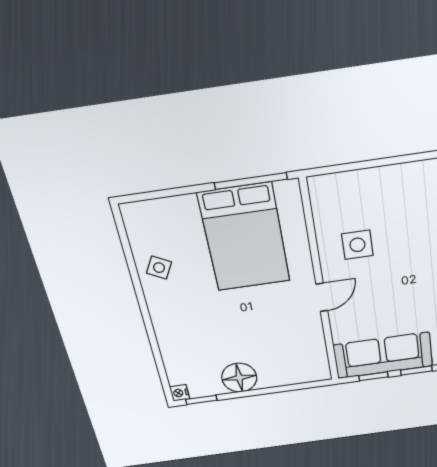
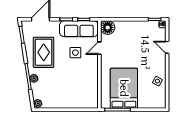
side table: (357, 245) -> (75, 53), moved
door: (322, 297) -> (99, 48), moved
door: (155, 347) -> (167, 47), added
floor lamp: (239, 378) -> (108, 28), moved

